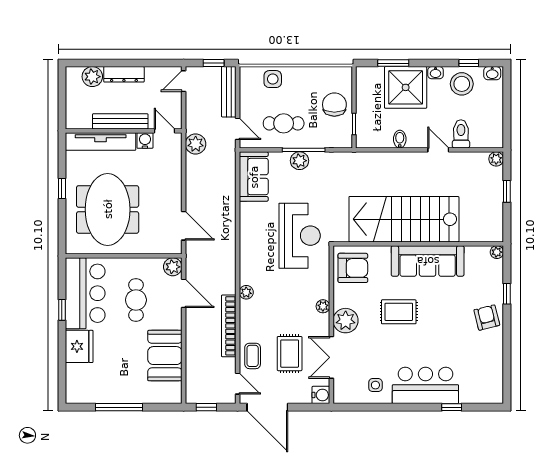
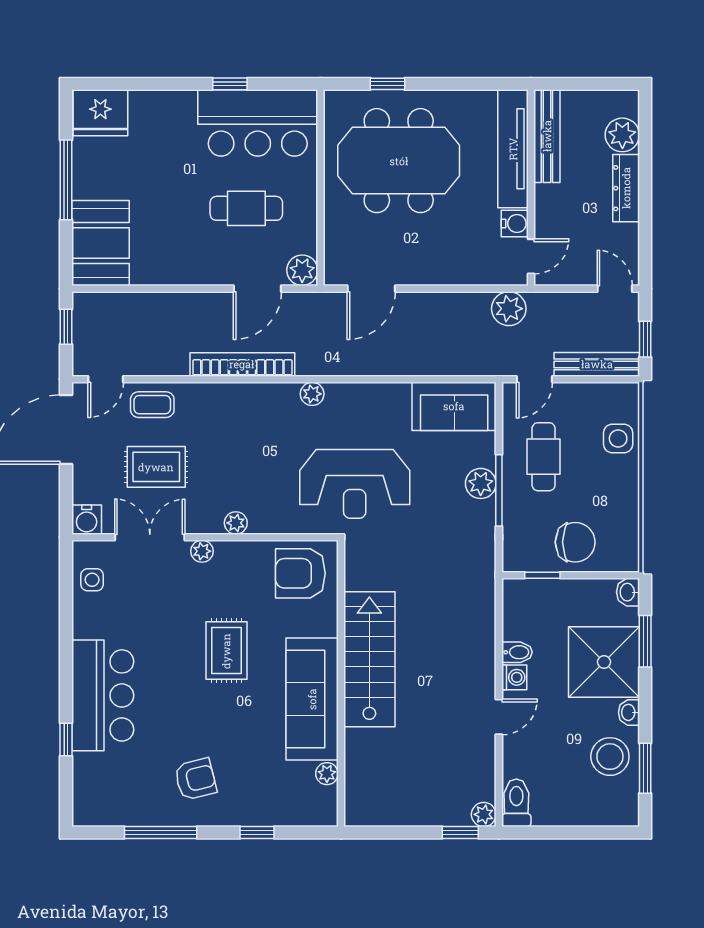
window: (469, 63) -> (645, 768), width x1.50
washbasin: (492, 73) -> (628, 592), moved
bench: (120, 121) -> (547, 136), moved
toilet: (461, 134) -> (516, 803), moved, turned -90
washing machine: (415, 141) -> (514, 677), added
window: (62, 189) -> (388, 84), moved
window: (507, 191) -> (460, 833), moved
stairs: (404, 219) -> (369, 659), width x0.73, depth x0.66
plant: (497, 252) -> (327, 774), moved
armchair: (353, 268) -> (300, 573), turned 90
plant: (246, 292) -> (312, 394), moved
armchair: (487, 318) -> (196, 779), moved
plant: (346, 321) -> (202, 551), width x0.53, depth x0.53
bookcase: (229, 326) -> (242, 364), moved
fridge: (79, 346) -> (100, 113), moved
window: (507, 351) -> (161, 833), added
booth: (165, 356) -> (100, 243), moved, turned 90
side table: (375, 385) -> (92, 580), moved

